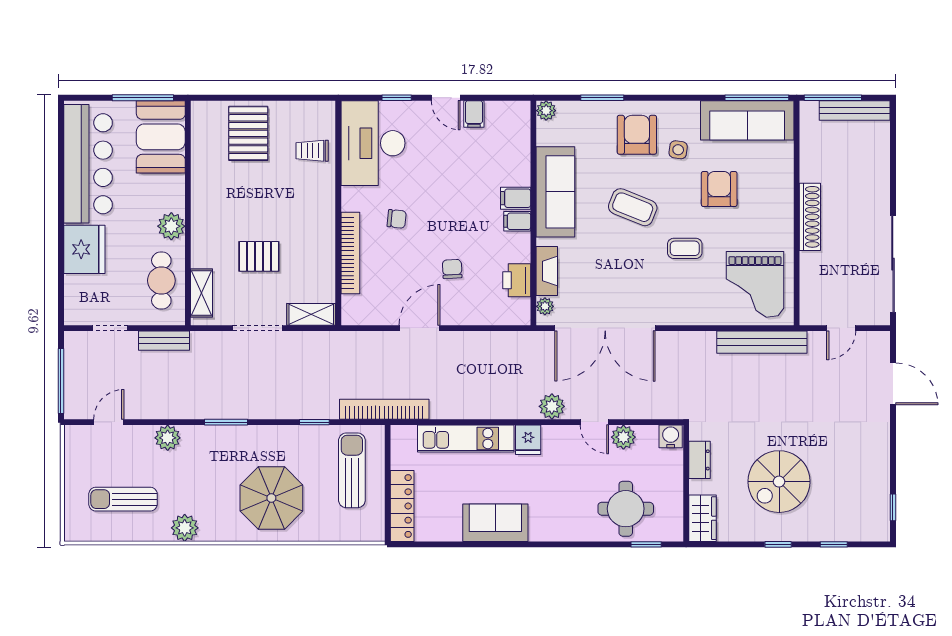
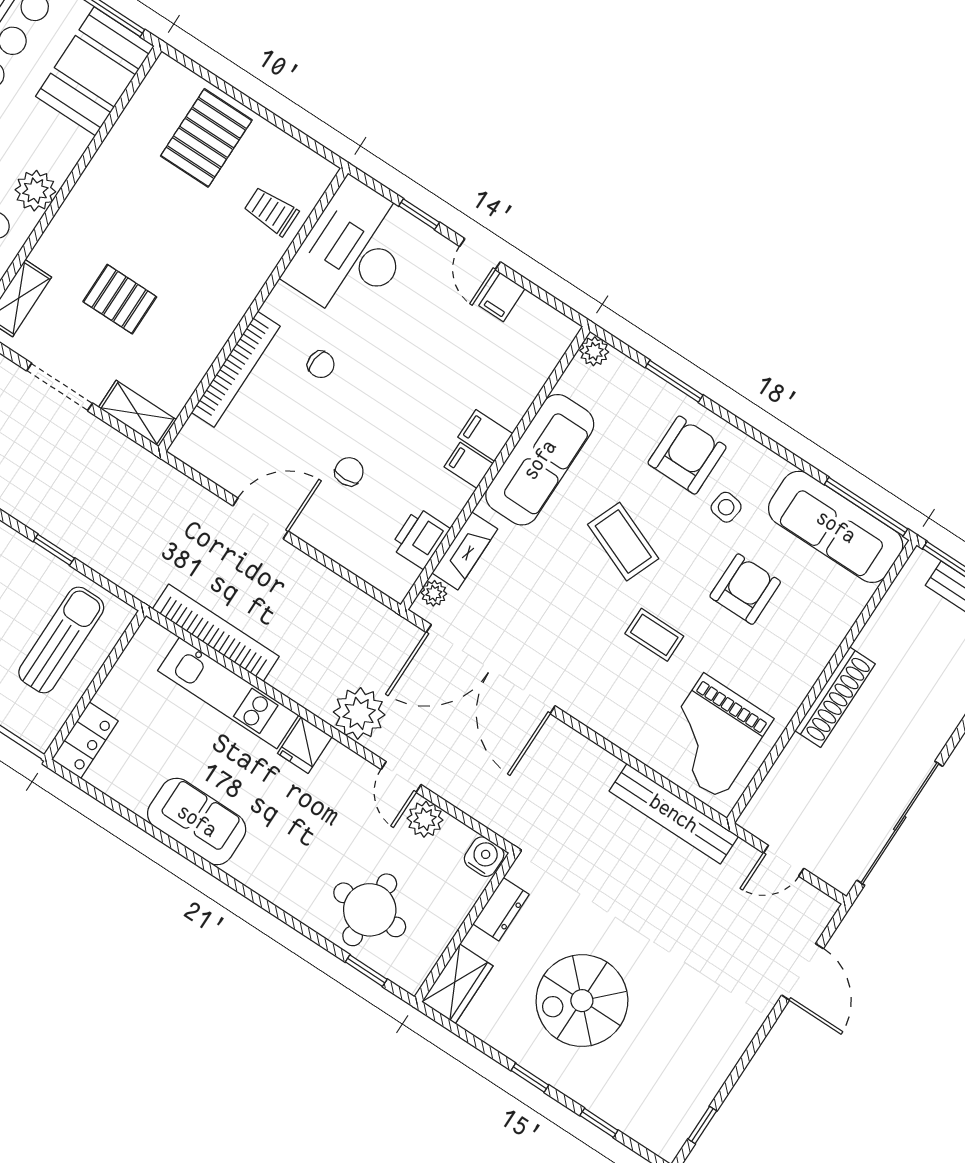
plant: (552, 406) -> (359, 713), width x1.36, depth x1.36
bookcase: (384, 409) -> (216, 633), moved
locker: (402, 506) -> (85, 740), width x0.66

